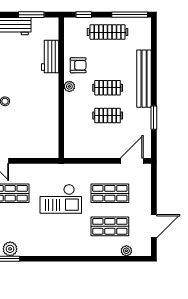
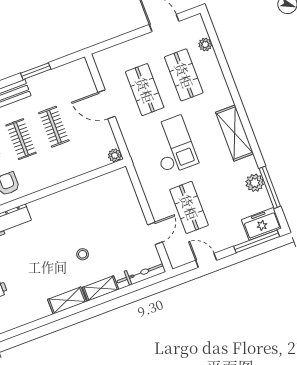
plant: (69, 86) -> (115, 155), moved
door: (132, 161) -> (107, 104), moved
shelving: (53, 248) -> (235, 133), added

